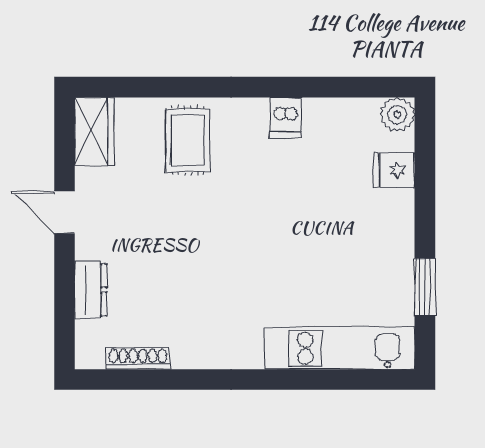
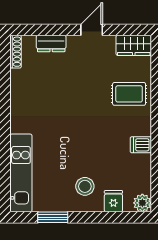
stool: (366, 225) -> (85, 186), added
shoe rack: (138, 358) -> (16, 52), moved

